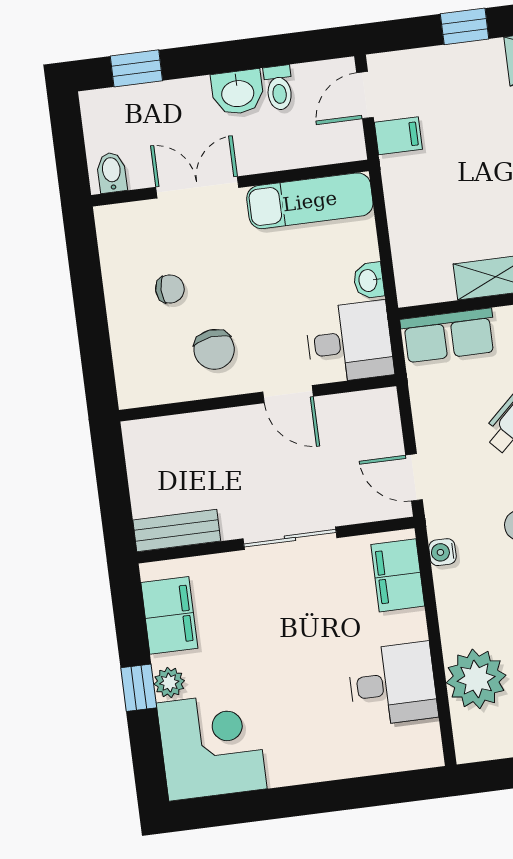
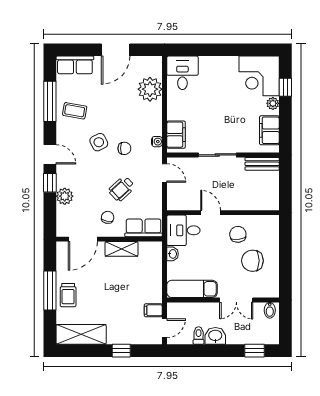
chair: (170, 289) -> (252, 261), width x1.87, depth x1.87
desk: (393, 684) -> (182, 73), moved, turned 90
window: (139, 688) -> (285, 87), moved

